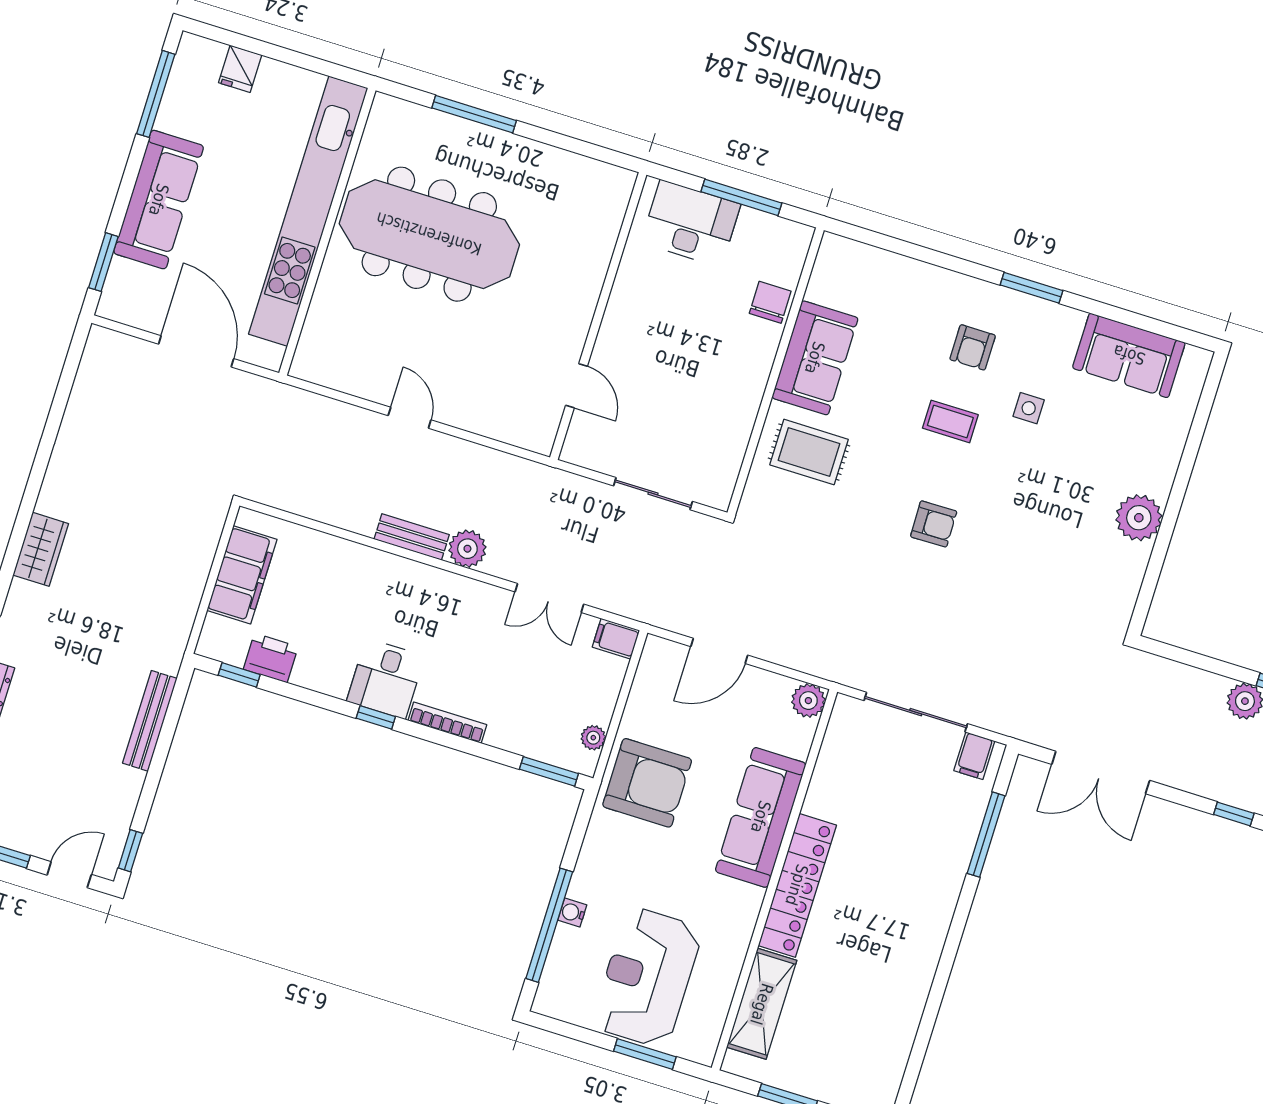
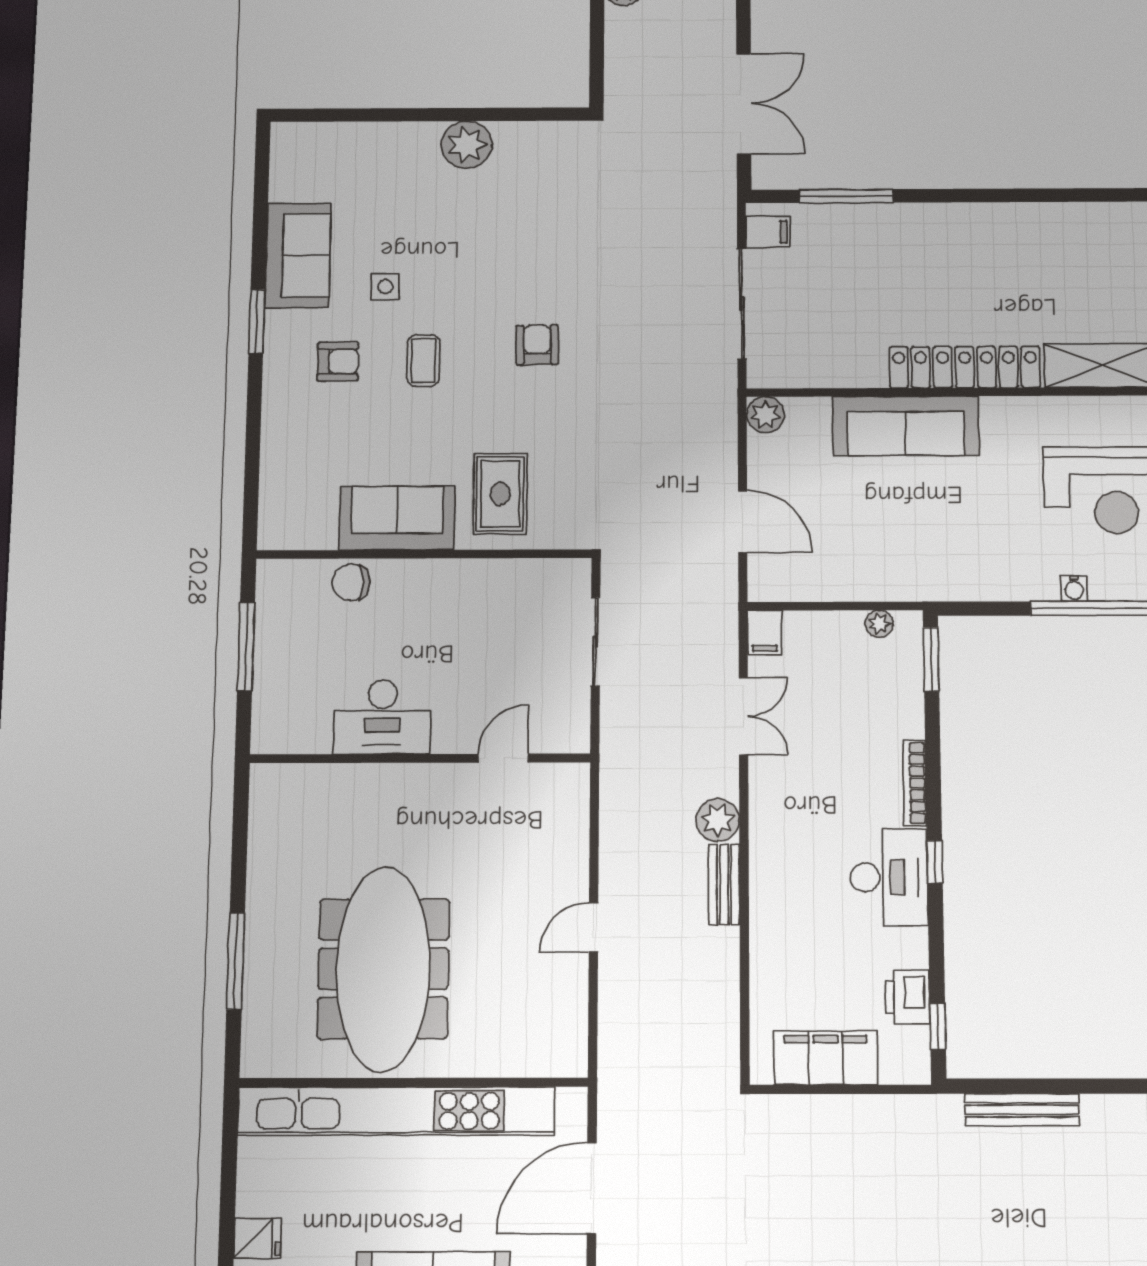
desk: (691, 223) -> (382, 717), moved, turned -90
sofa: (1129, 355) -> (298, 255), moved
desk: (386, 679) -> (889, 877), width x1.37
armchair: (647, 783) -> (909, 553), removed

